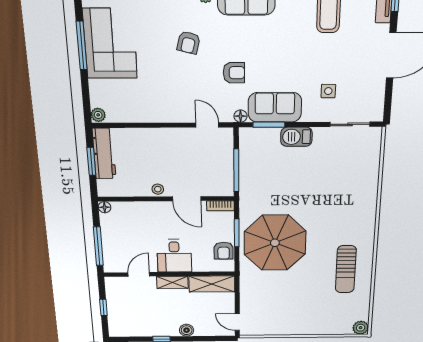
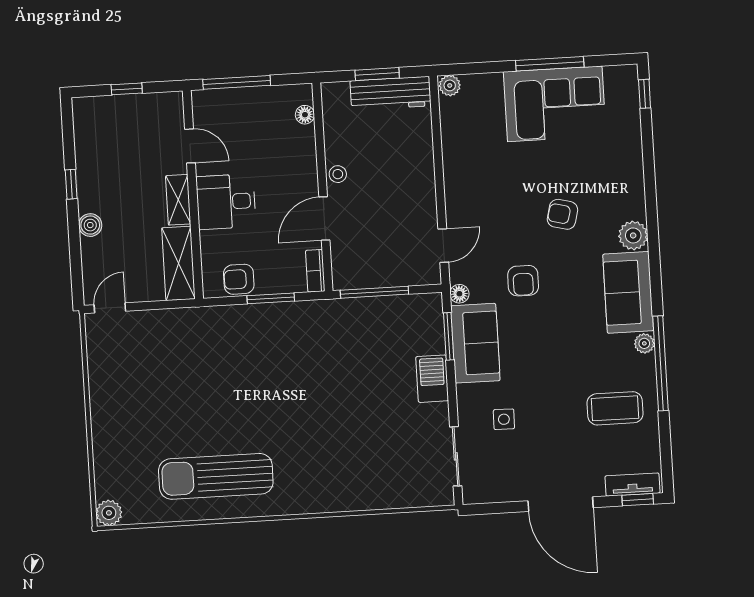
floor lamp: (105, 207) -> (305, 115), moved
parasol: (275, 243) -> (257, 359), removed
sun lounger: (346, 269) -> (216, 476), width x1.36, depth x1.34

